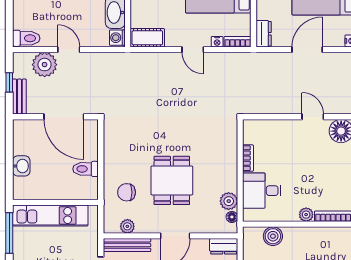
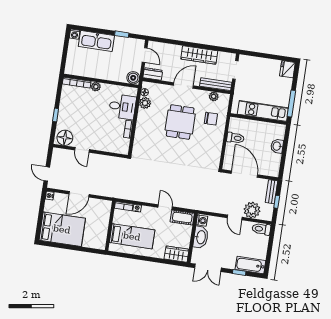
dresser: (264, 34) -> (106, 209), removed
door: (193, 50) -> (165, 207), moved
boiler: (273, 236) -> (133, 78), moved

